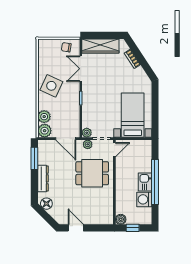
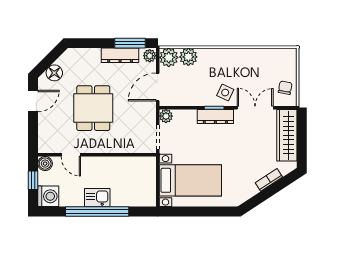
side table: (51, 86) -> (225, 93), moved, width x0.54, depth x0.54
dresser: (87, 97) -> (215, 117), added
plant: (88, 144) -> (150, 56), moved
door: (114, 150) -> (71, 155), moved
dining table: (92, 173) -> (93, 108), moved
dresser: (43, 178) -> (120, 55), moved
washing machine: (144, 199) -> (48, 196), moved, turned 90
floor lamp: (46, 204) -> (54, 73), moved

